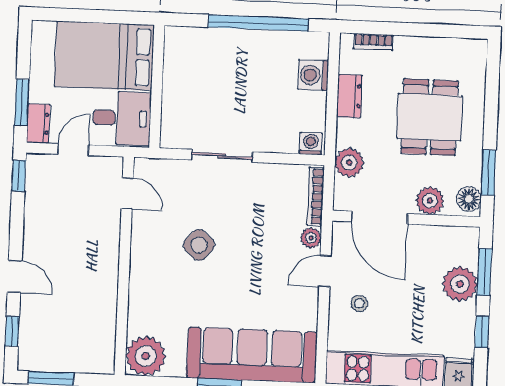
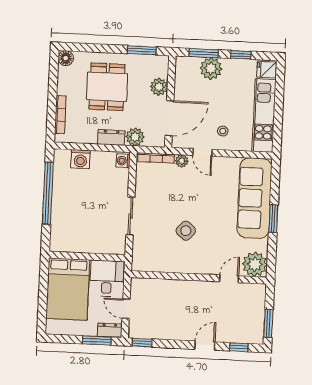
bookcase: (373, 42) -> (60, 115), width x1.56
dresser: (349, 96) -> (111, 137), moved
dining table: (430, 117) -> (107, 87), turned 90
door: (127, 193) -> (229, 279), moved
floor lamp: (469, 199) -> (66, 58), moved

